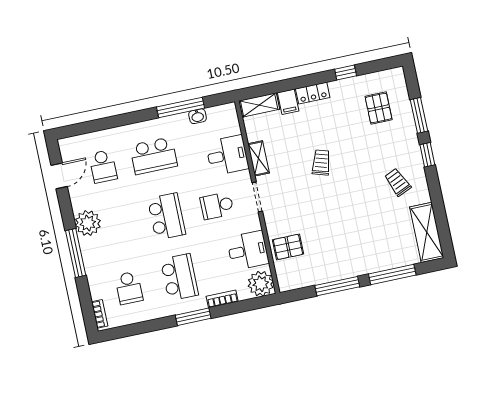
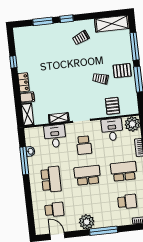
pallet: (379, 108) -> (122, 71), moved
trolley: (321, 163) -> (101, 79), moved

